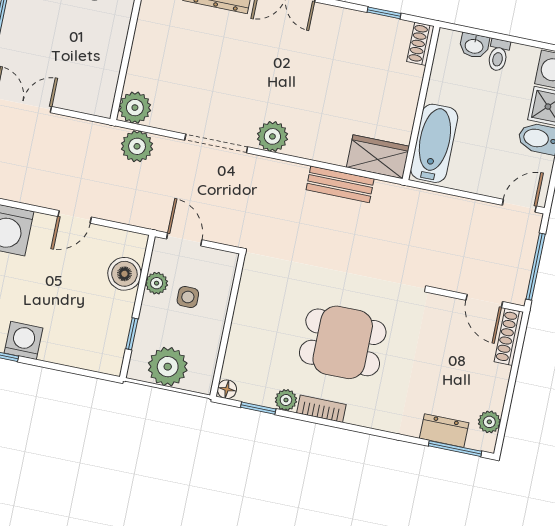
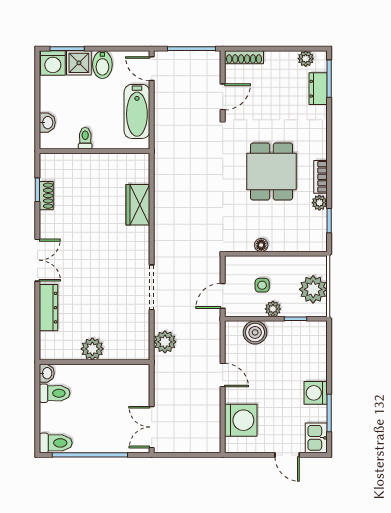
shoe rack: (420, 44) -> (46, 196), moved, turned -90
toilet: (498, 55) -> (85, 138), moved, turned -90
plant: (135, 108) -> (92, 349), moved
plant: (272, 136) -> (139, 249), removed
bathtub: (434, 143) -> (137, 111), moved, turned -90
wardrobe: (378, 157) -> (138, 205), moved
bench: (340, 184) -> (162, 196), removed
plant: (157, 283) -> (273, 309), moved
door: (484, 301) -> (223, 97), moved
floor lamp: (227, 389) -> (261, 245), moved

